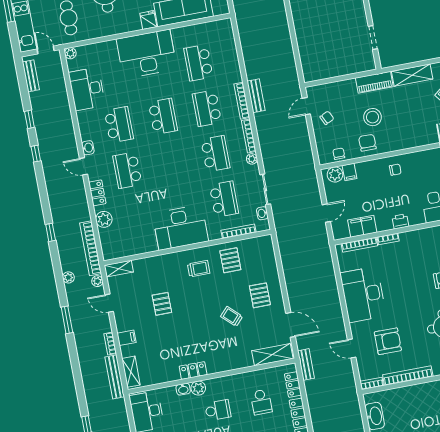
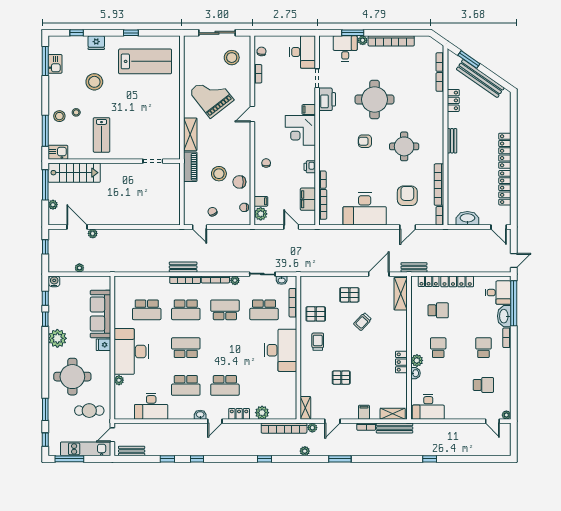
plant: (70, 53) -> (119, 380), moved
school desk: (119, 125) -> (186, 385), turned 180
school desk: (224, 199) -> (264, 310), turned 180

